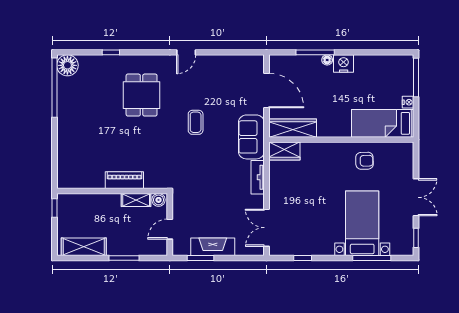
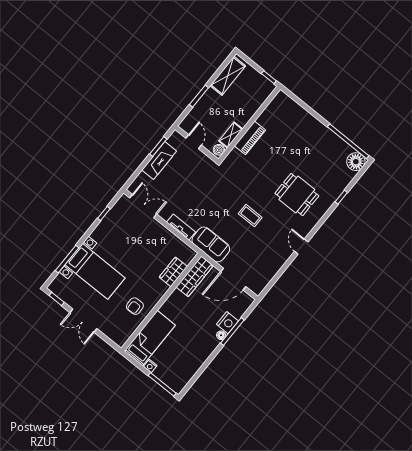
nightstand: (344, 64) -> (227, 323), moved
wardrobe: (284, 151) -> (173, 272), moved

